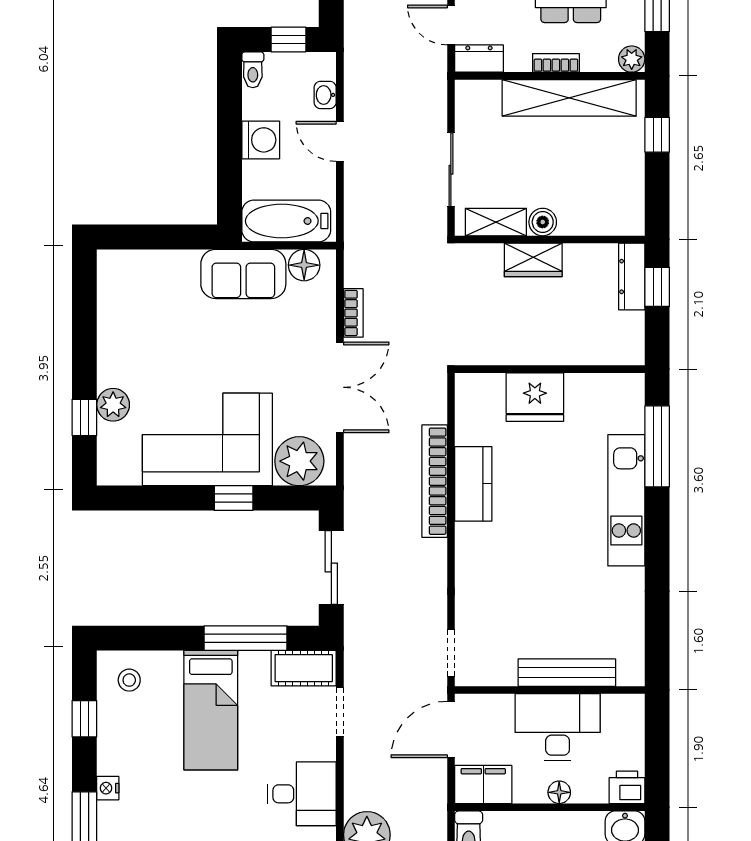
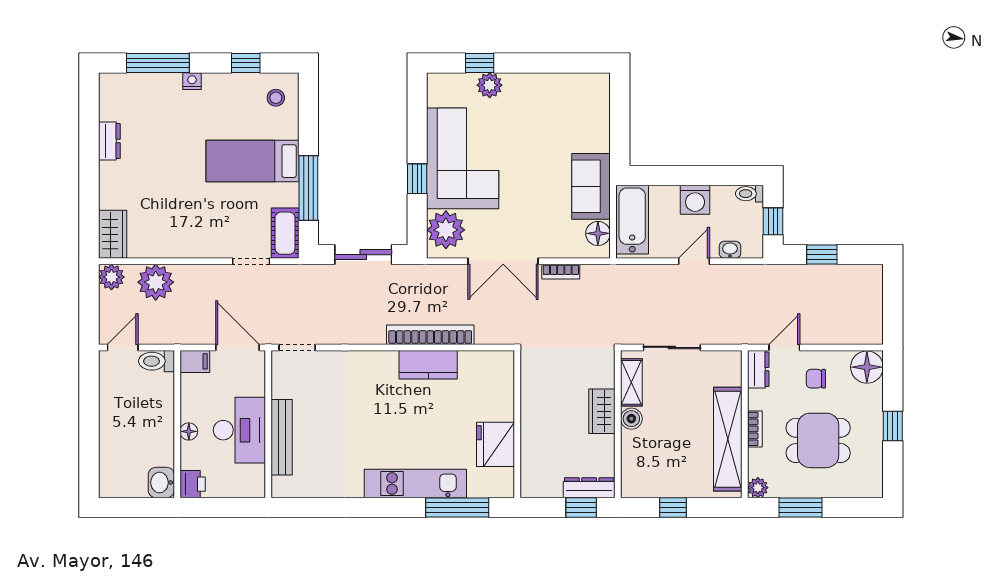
window: (657, 135) -> (673, 507), moved
fridge: (535, 397) -> (495, 444), moved
filing cabinet: (483, 785) -> (195, 361), width x0.50
desk: (302, 794) -> (188, 232), removed

